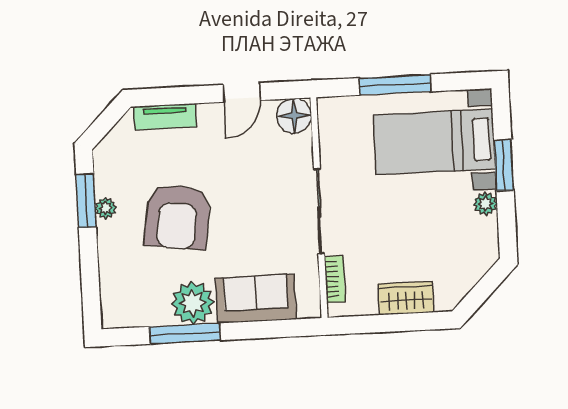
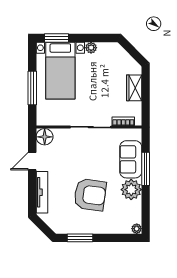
door: (242, 92) -> (32, 161), swing flipped
tv unit: (165, 117) -> (42, 192), width x1.41
window: (504, 165) -> (57, 38), moved
plant: (106, 208) -> (137, 229), moved
window: (185, 334) -> (146, 169), moved

